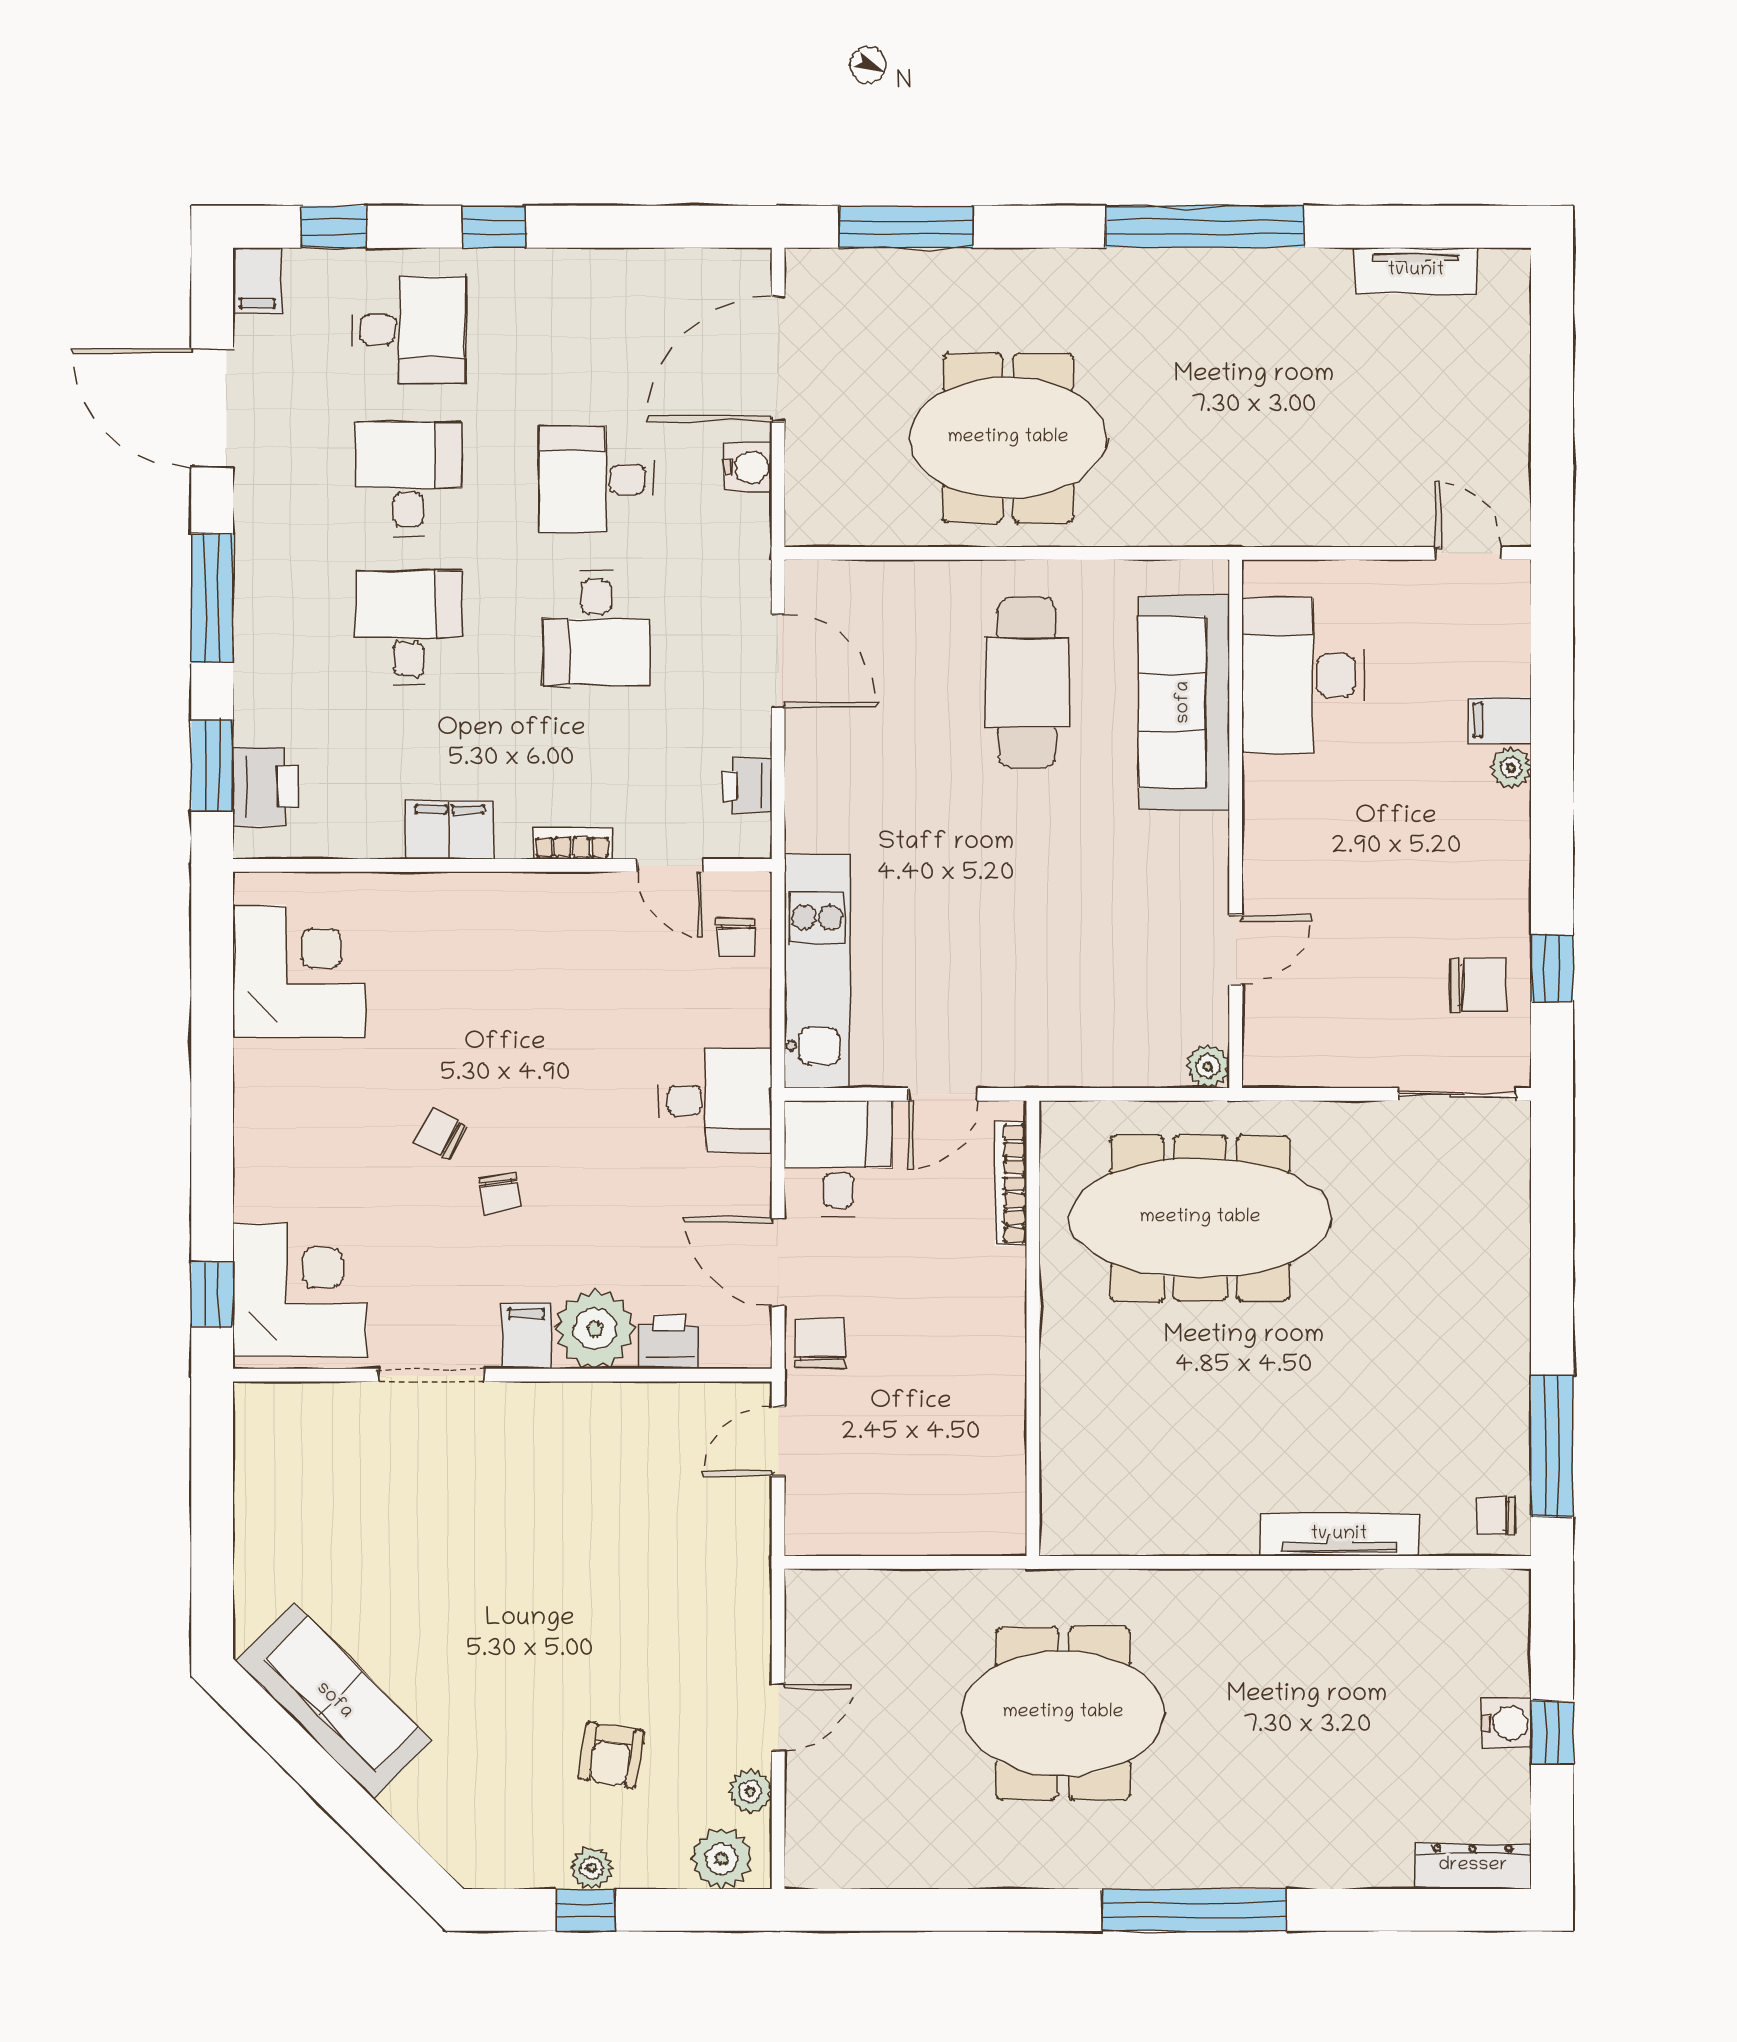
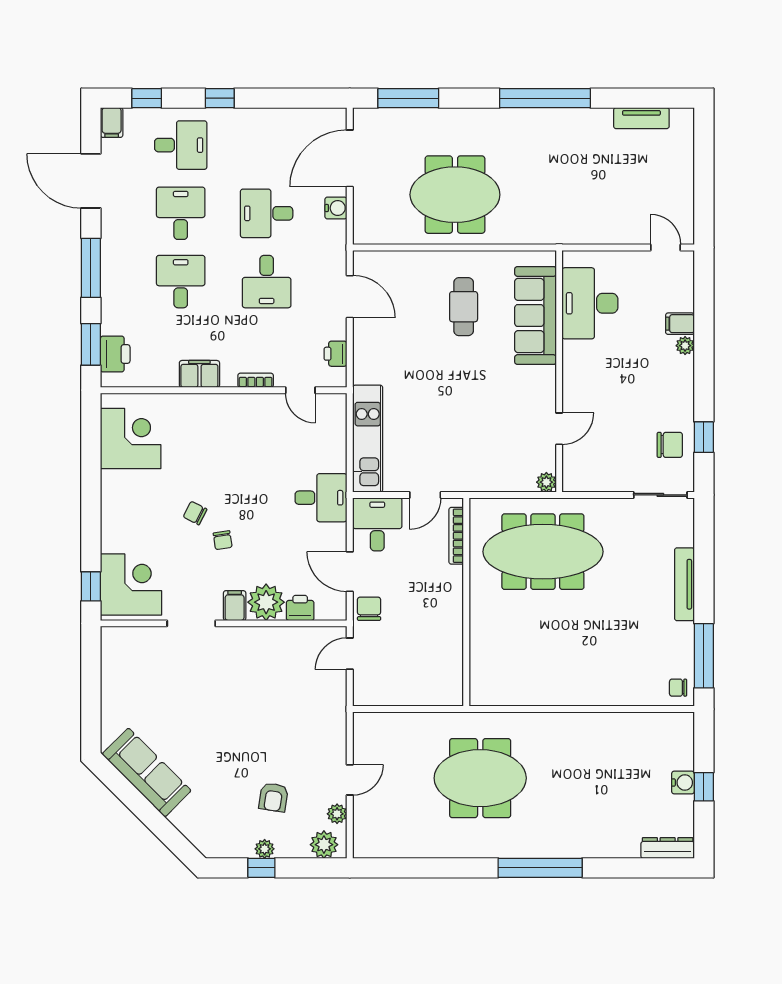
cafe table: (1027, 683) -> (464, 307), width x0.73, depth x0.74
chair: (736, 938) -> (330, 423), removed
tv unit: (1339, 1535) -> (684, 584), moved, turned -90

